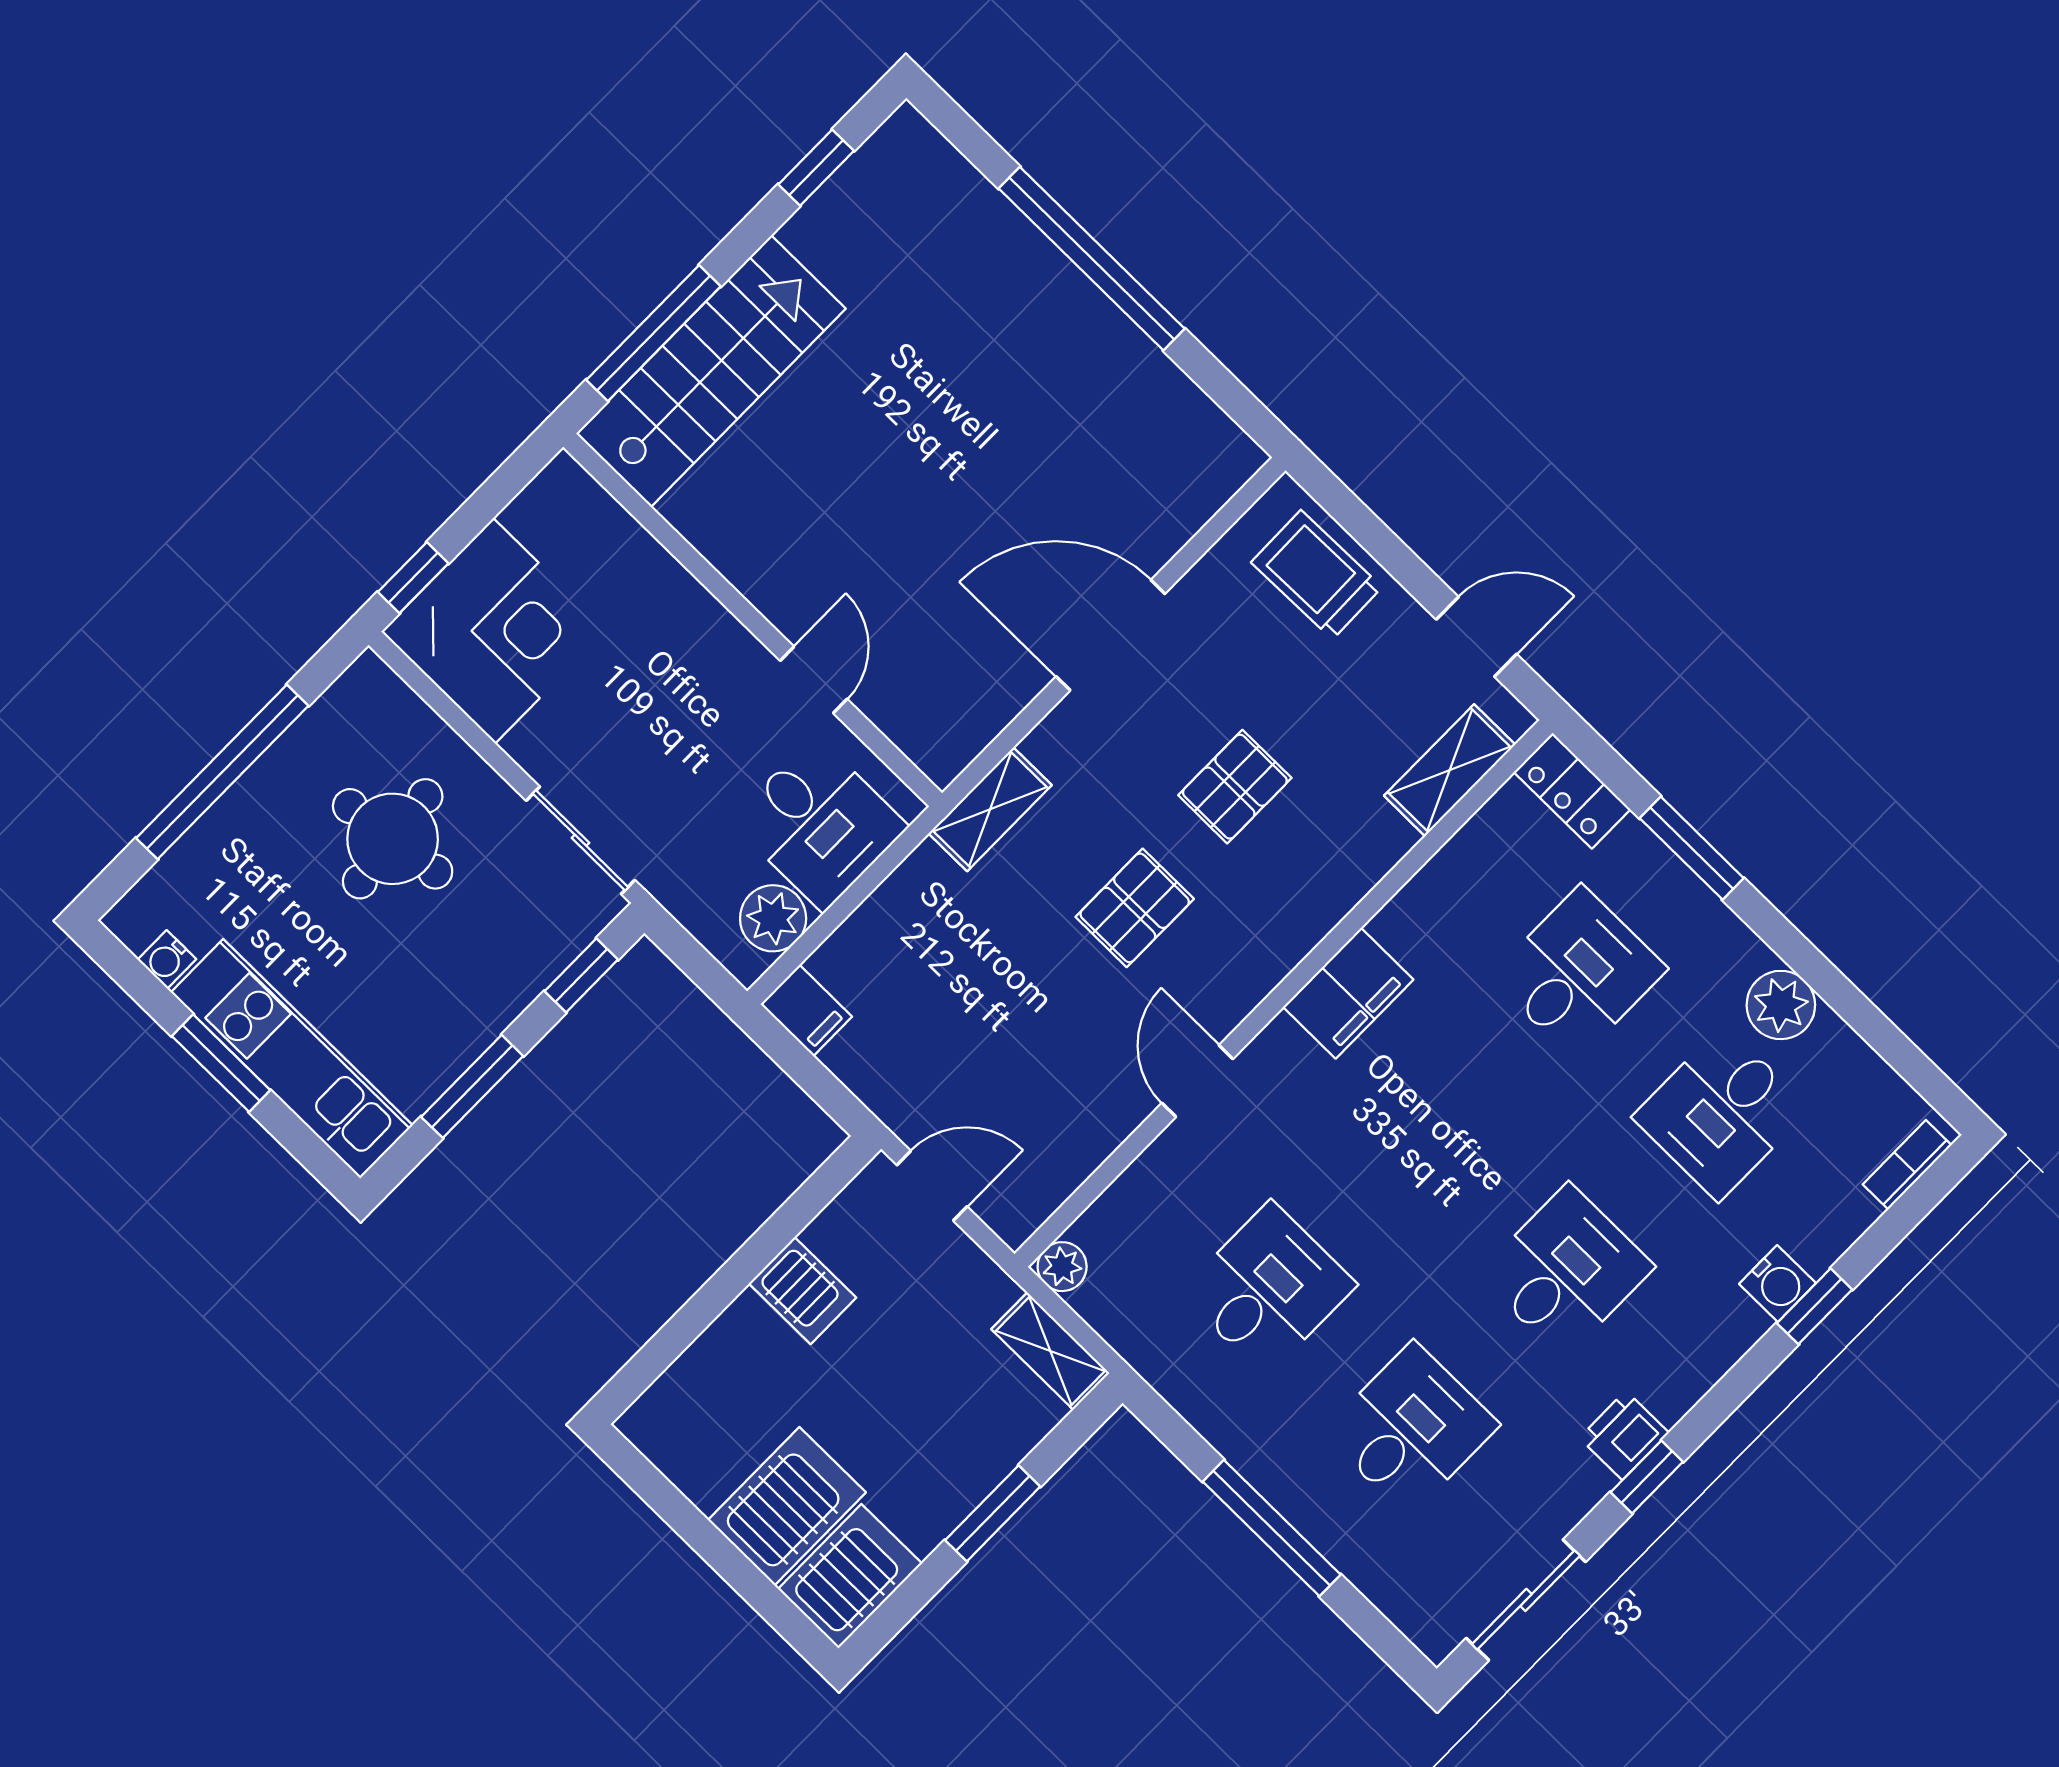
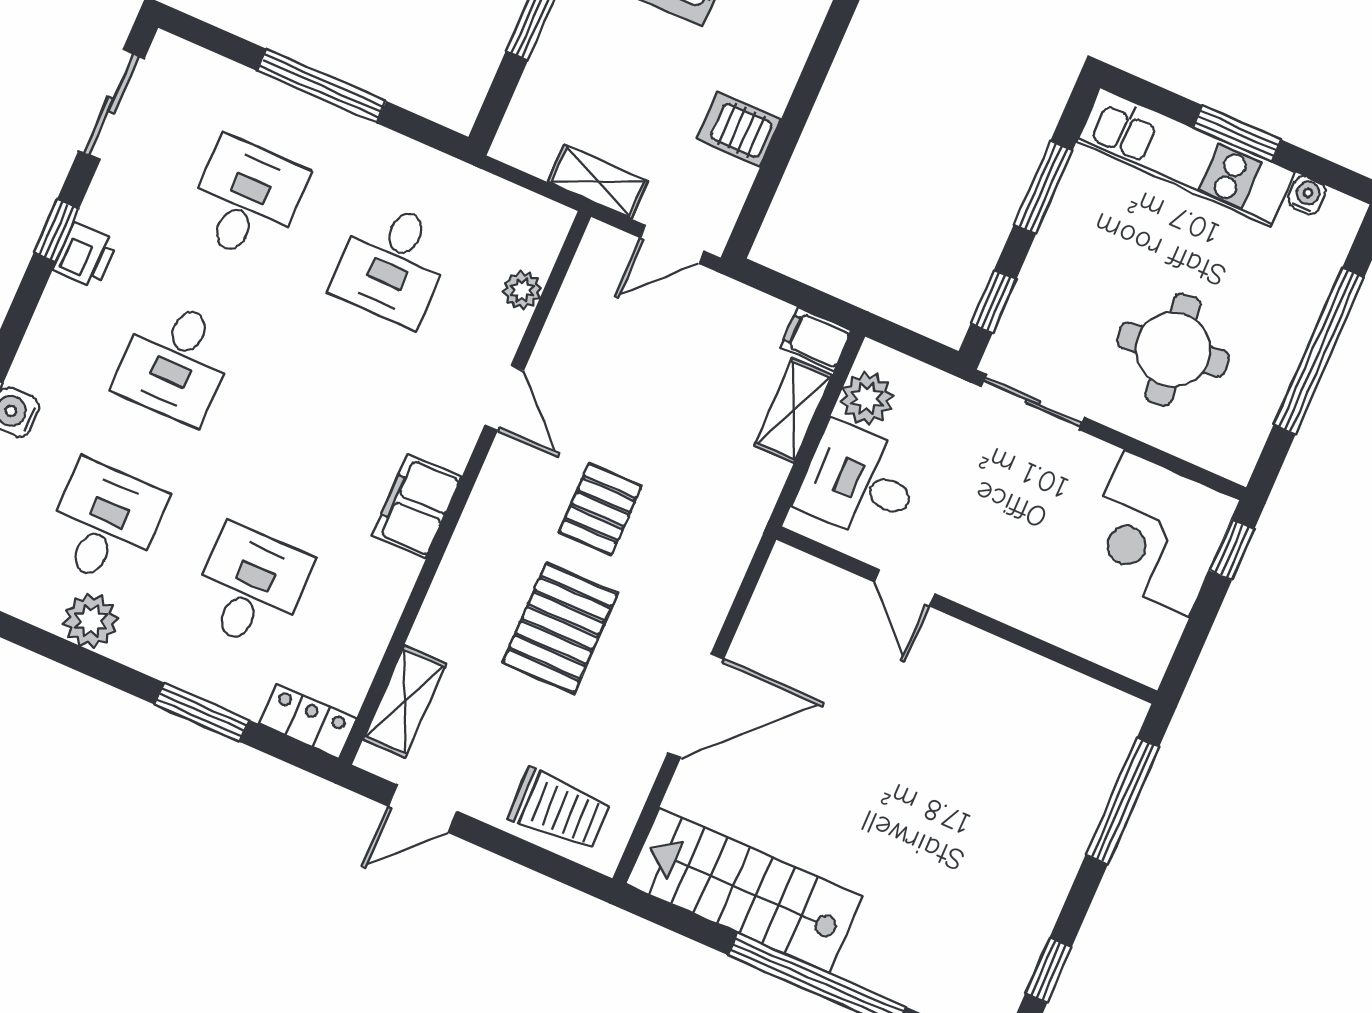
stairs: (711, 371) -> (744, 890), moved, turned 90
pallet: (1235, 787) -> (560, 628), width x1.50, depth x1.42
shelving: (990, 809) -> (793, 410), moved
desk: (1579, 973) -> (251, 587), turned 180
plant: (1062, 1267) -> (522, 290), moved
shelving: (1050, 1351) -> (598, 181), moved
desk: (1411, 1429) -> (246, 199), turned 180

